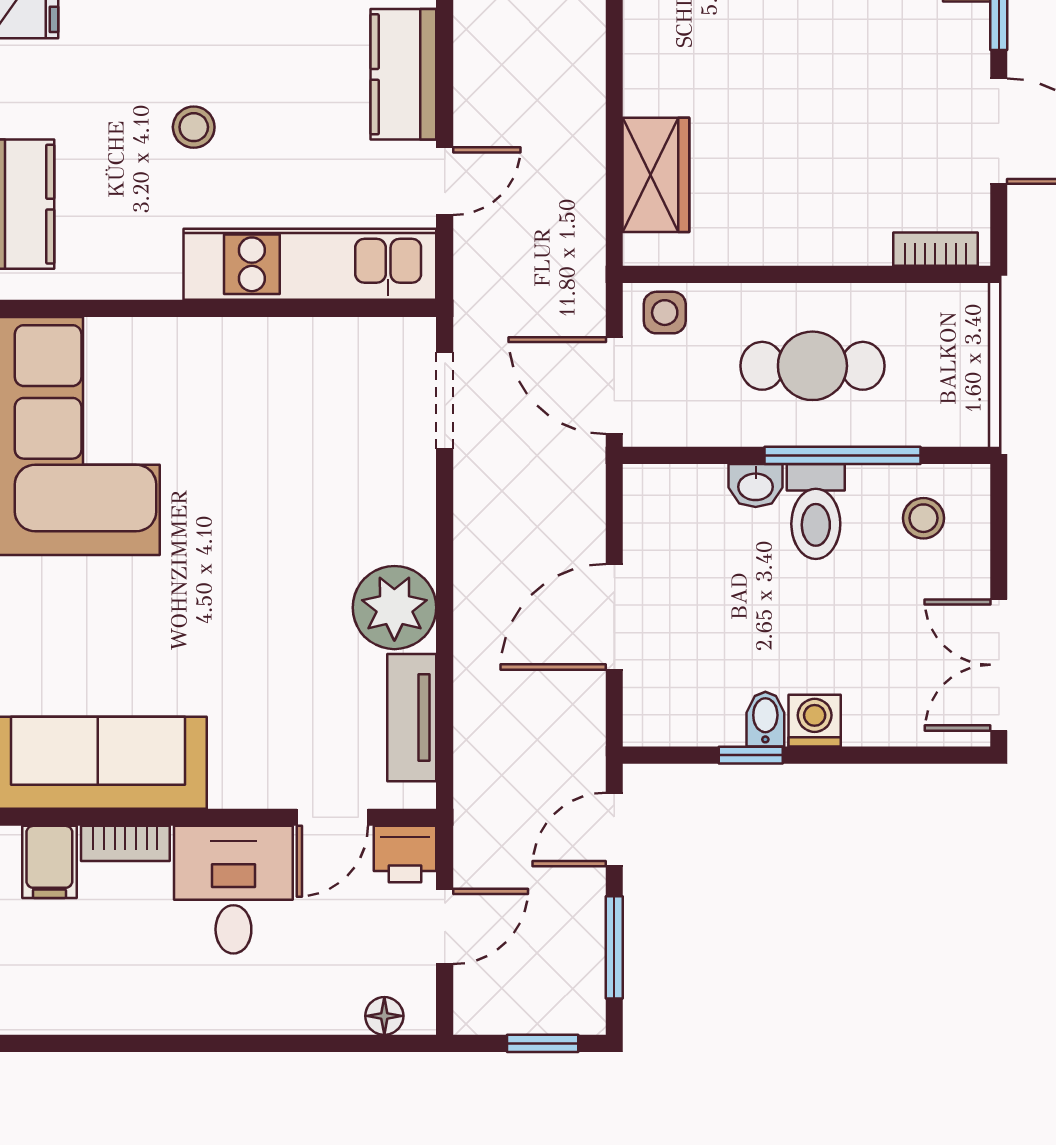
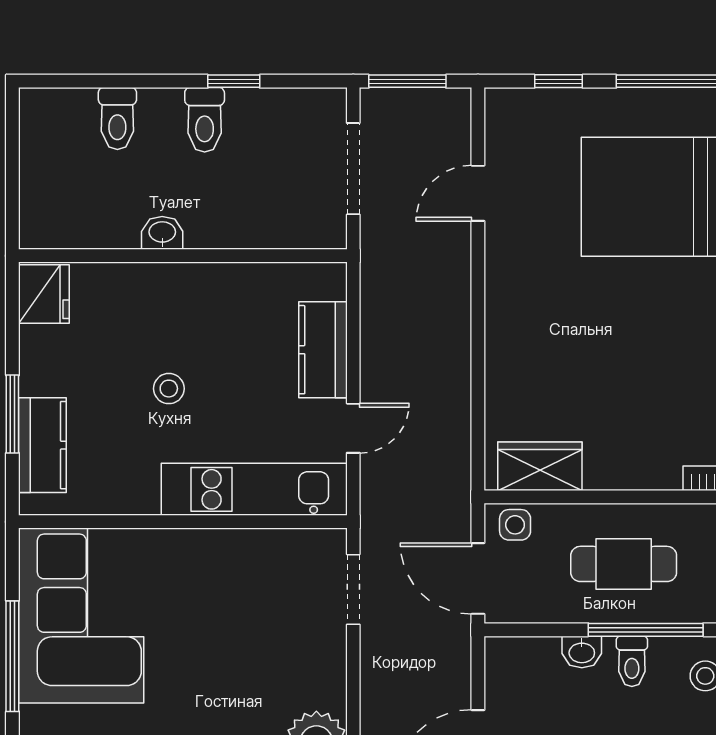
wardrobe: (656, 175) -> (540, 466), moved, turned -90
toilet: (816, 512) -> (632, 661), width x0.73, depth x0.72

